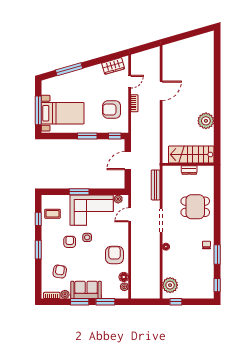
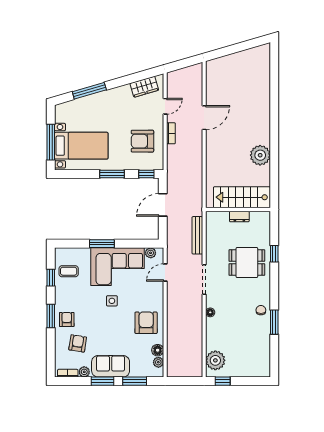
armchair: (70, 242) -> (67, 319), moved
window: (217, 285) -> (274, 254), moved

